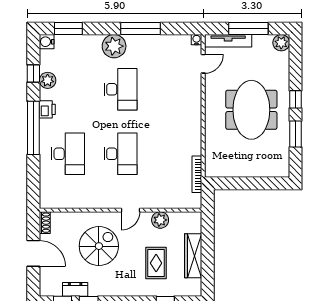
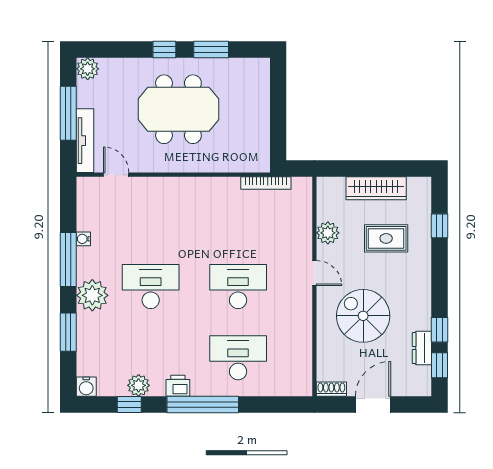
window: (68, 28) -> (68, 332), moved
water cooler: (196, 40) -> (83, 239), moved

